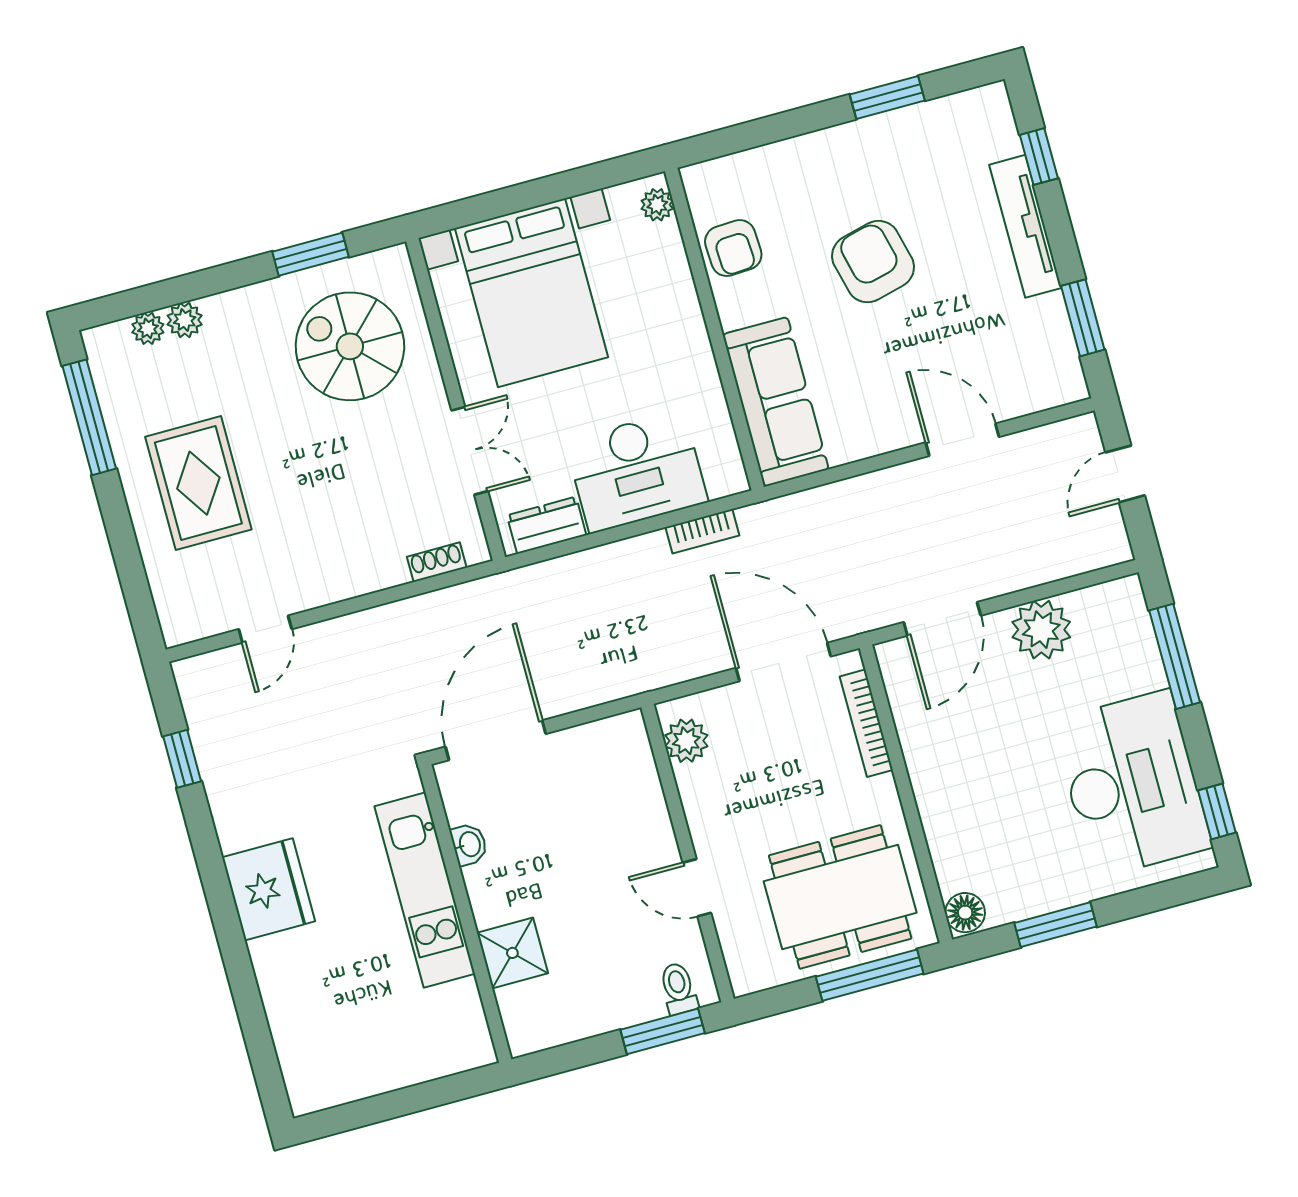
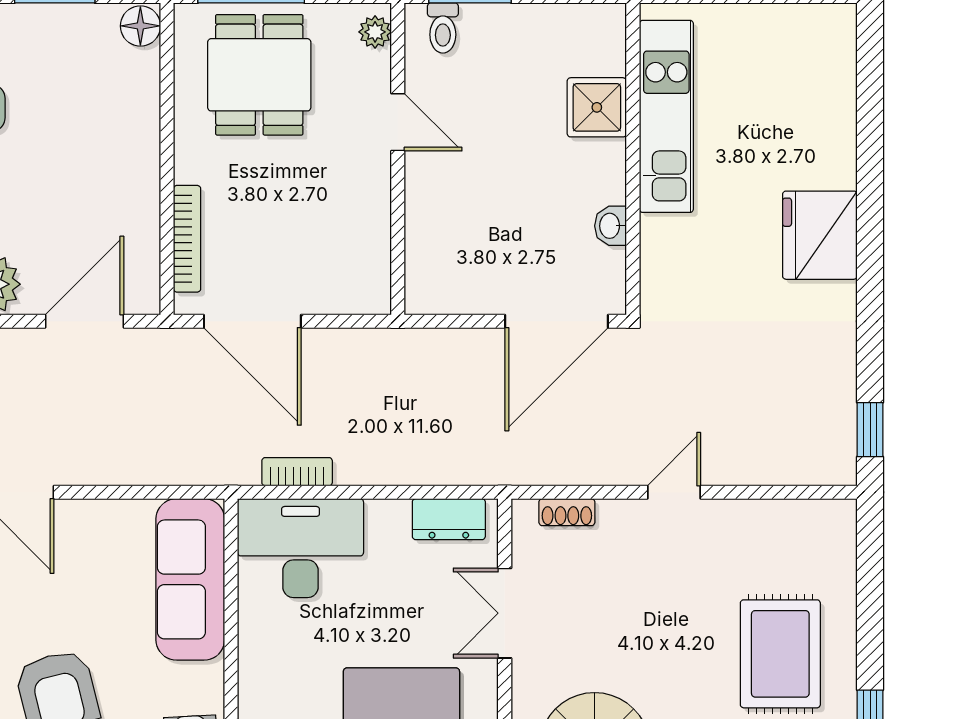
desk: (637, 471) -> (301, 548), moved
door: (265, 629) -> (674, 492), moved
plant: (686, 741) -> (375, 32), moved, width x0.73, depth x0.73
window: (182, 759) -> (870, 430), moved
kitchen unit: (425, 890) -> (666, 116), moved
dining table: (840, 897) -> (259, 75), width x0.73

